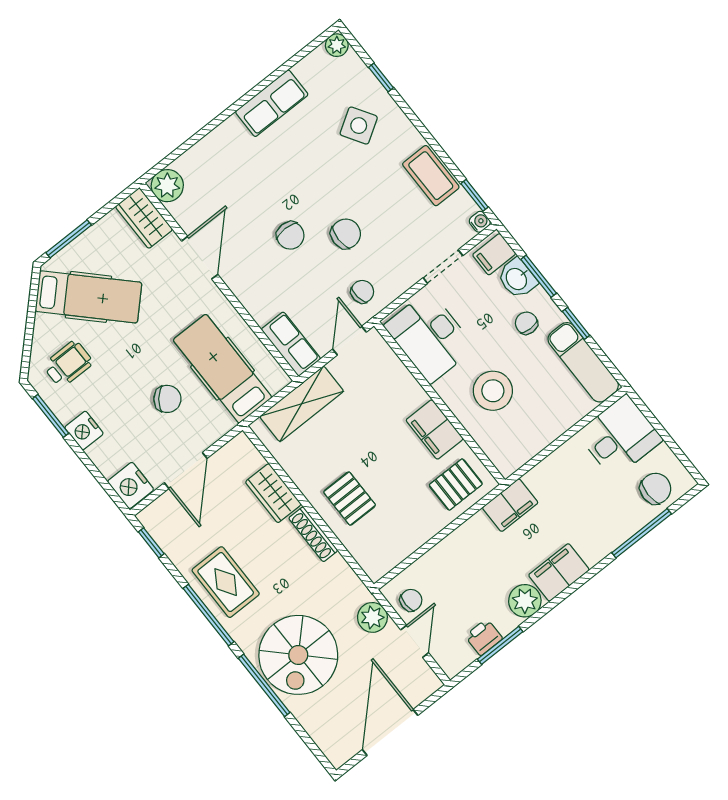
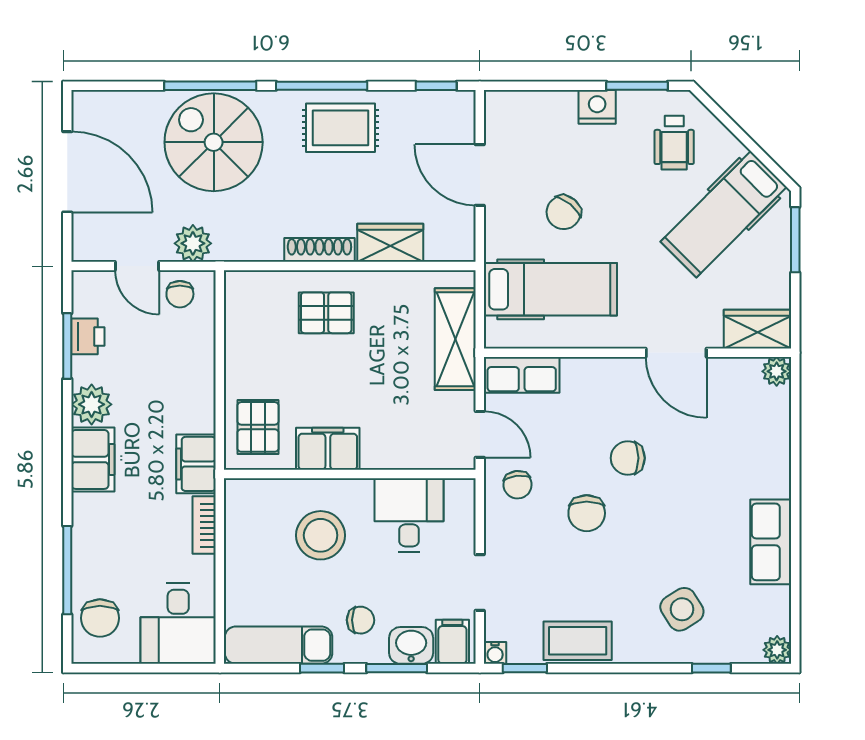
plant: (167, 186) -> (777, 371), width x0.73, depth x0.73
desk: (430, 337) -> (409, 515), width x0.73
bookcase: (545, 469) -> (204, 525), added
nightstand: (131, 485) -> (508, 110), removed

